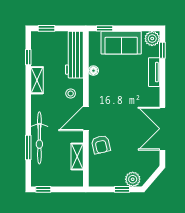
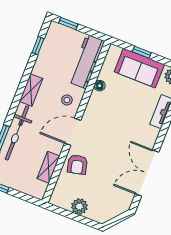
window: (105, 28) -> (142, 52), moved
shelving: (37, 80) -> (31, 90), moved
plant: (133, 179) -> (79, 206), moved
window: (122, 189) -> (81, 219), removed

